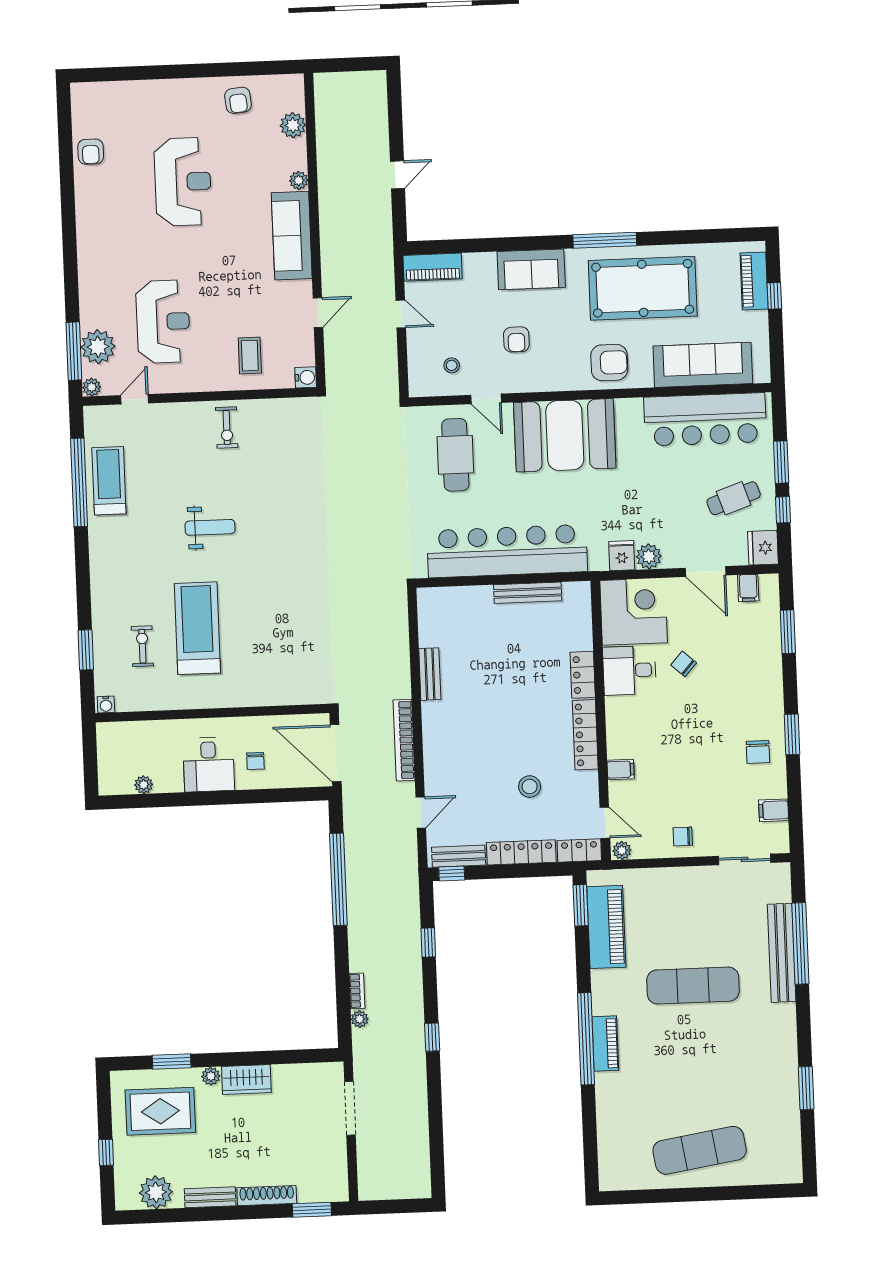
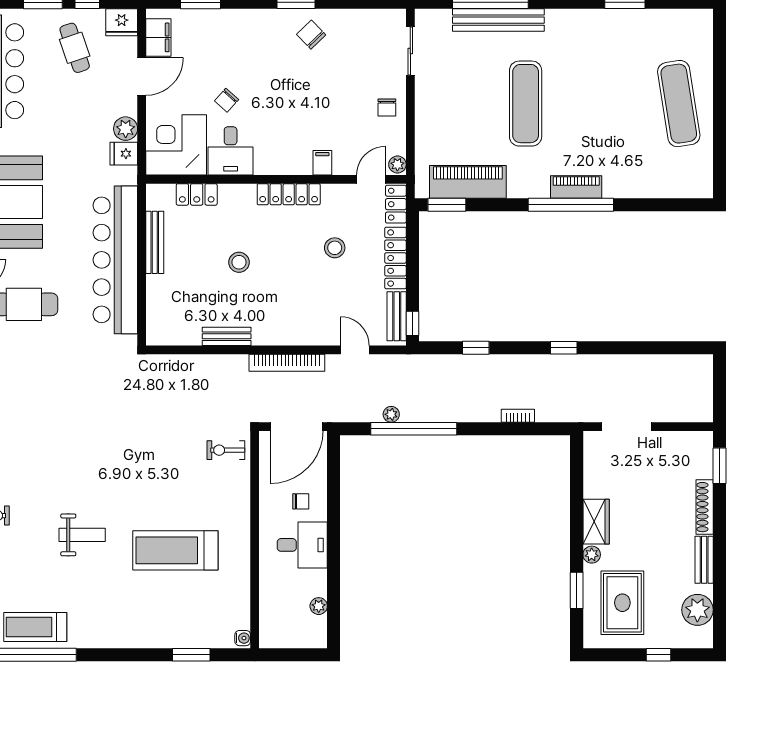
weight bench: (210, 527) -> (82, 535), turned 90
filing cabinet: (748, 588) -> (158, 37), width x2.00
exercise bike: (142, 646) -> (226, 450), moved
locker: (583, 675) -> (197, 194), moved
stool: (510, 684) -> (239, 262), added
chair: (758, 752) -> (311, 35), turned -134
filing cabinet: (774, 810) -> (366, 22), removed
plant: (360, 1019) -> (391, 414), moved

